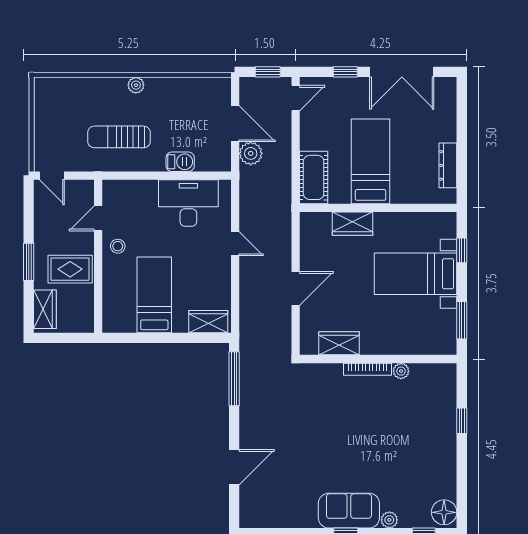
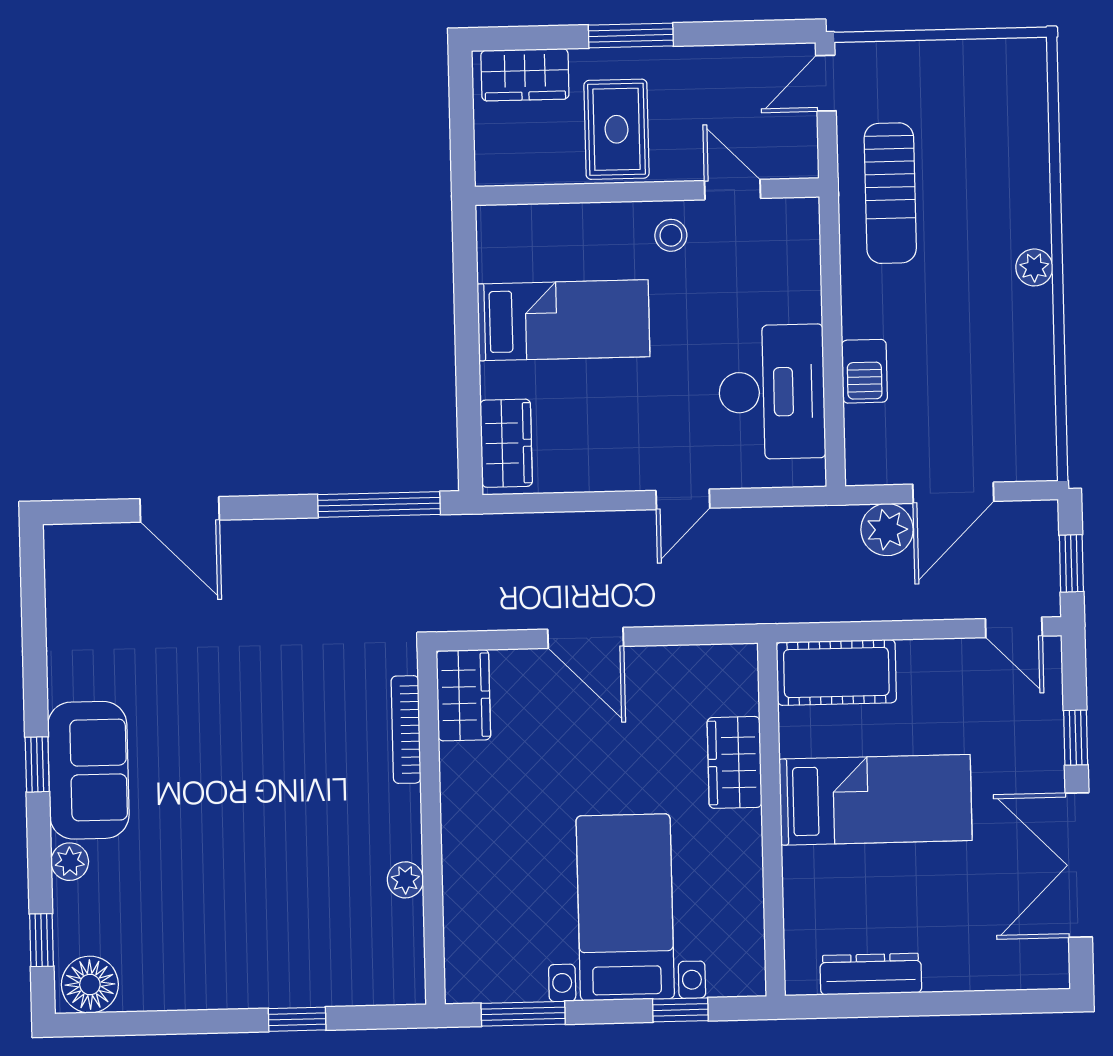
sun lounger: (119, 137) -> (890, 193), moved, turned 180
wardrobe: (339, 343) -> (463, 695), moved
bookcase: (368, 369) -> (406, 730), moved

